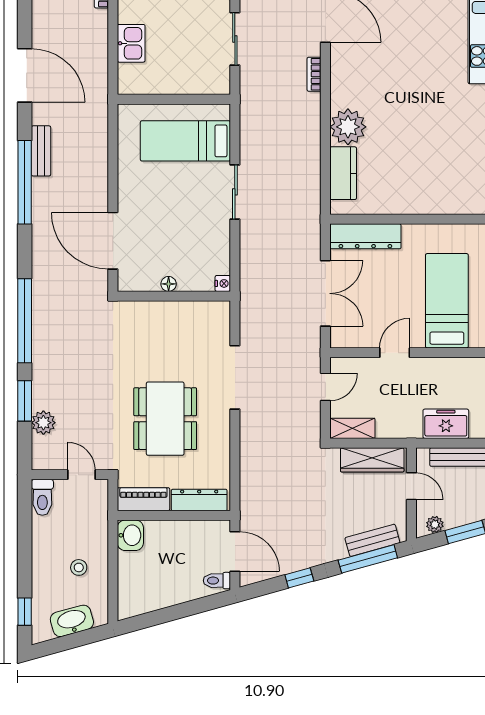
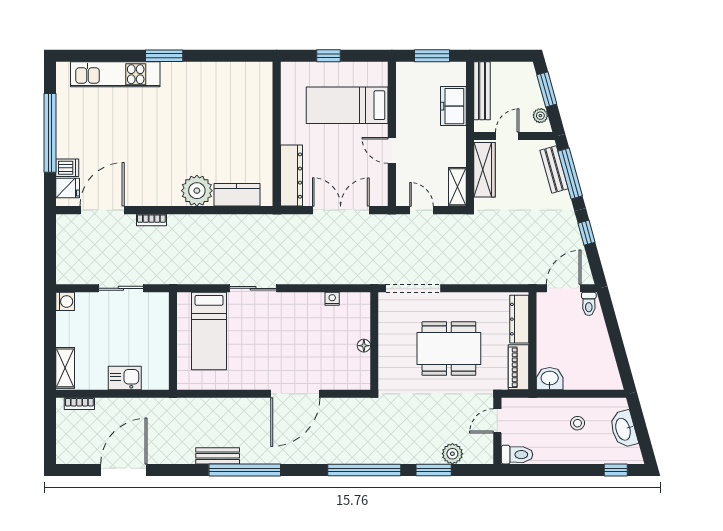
door: (25, 75) -> (124, 470), moved
floor lamp: (169, 284) -> (364, 346), moved
wall: (174, 296) -> (374, 341), moved

